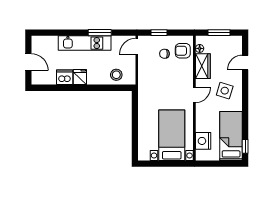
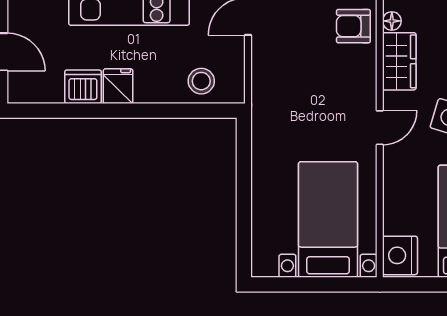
chair: (164, 54) -> (311, 33), removed
nightstand: (203, 141) -> (400, 255), moved

